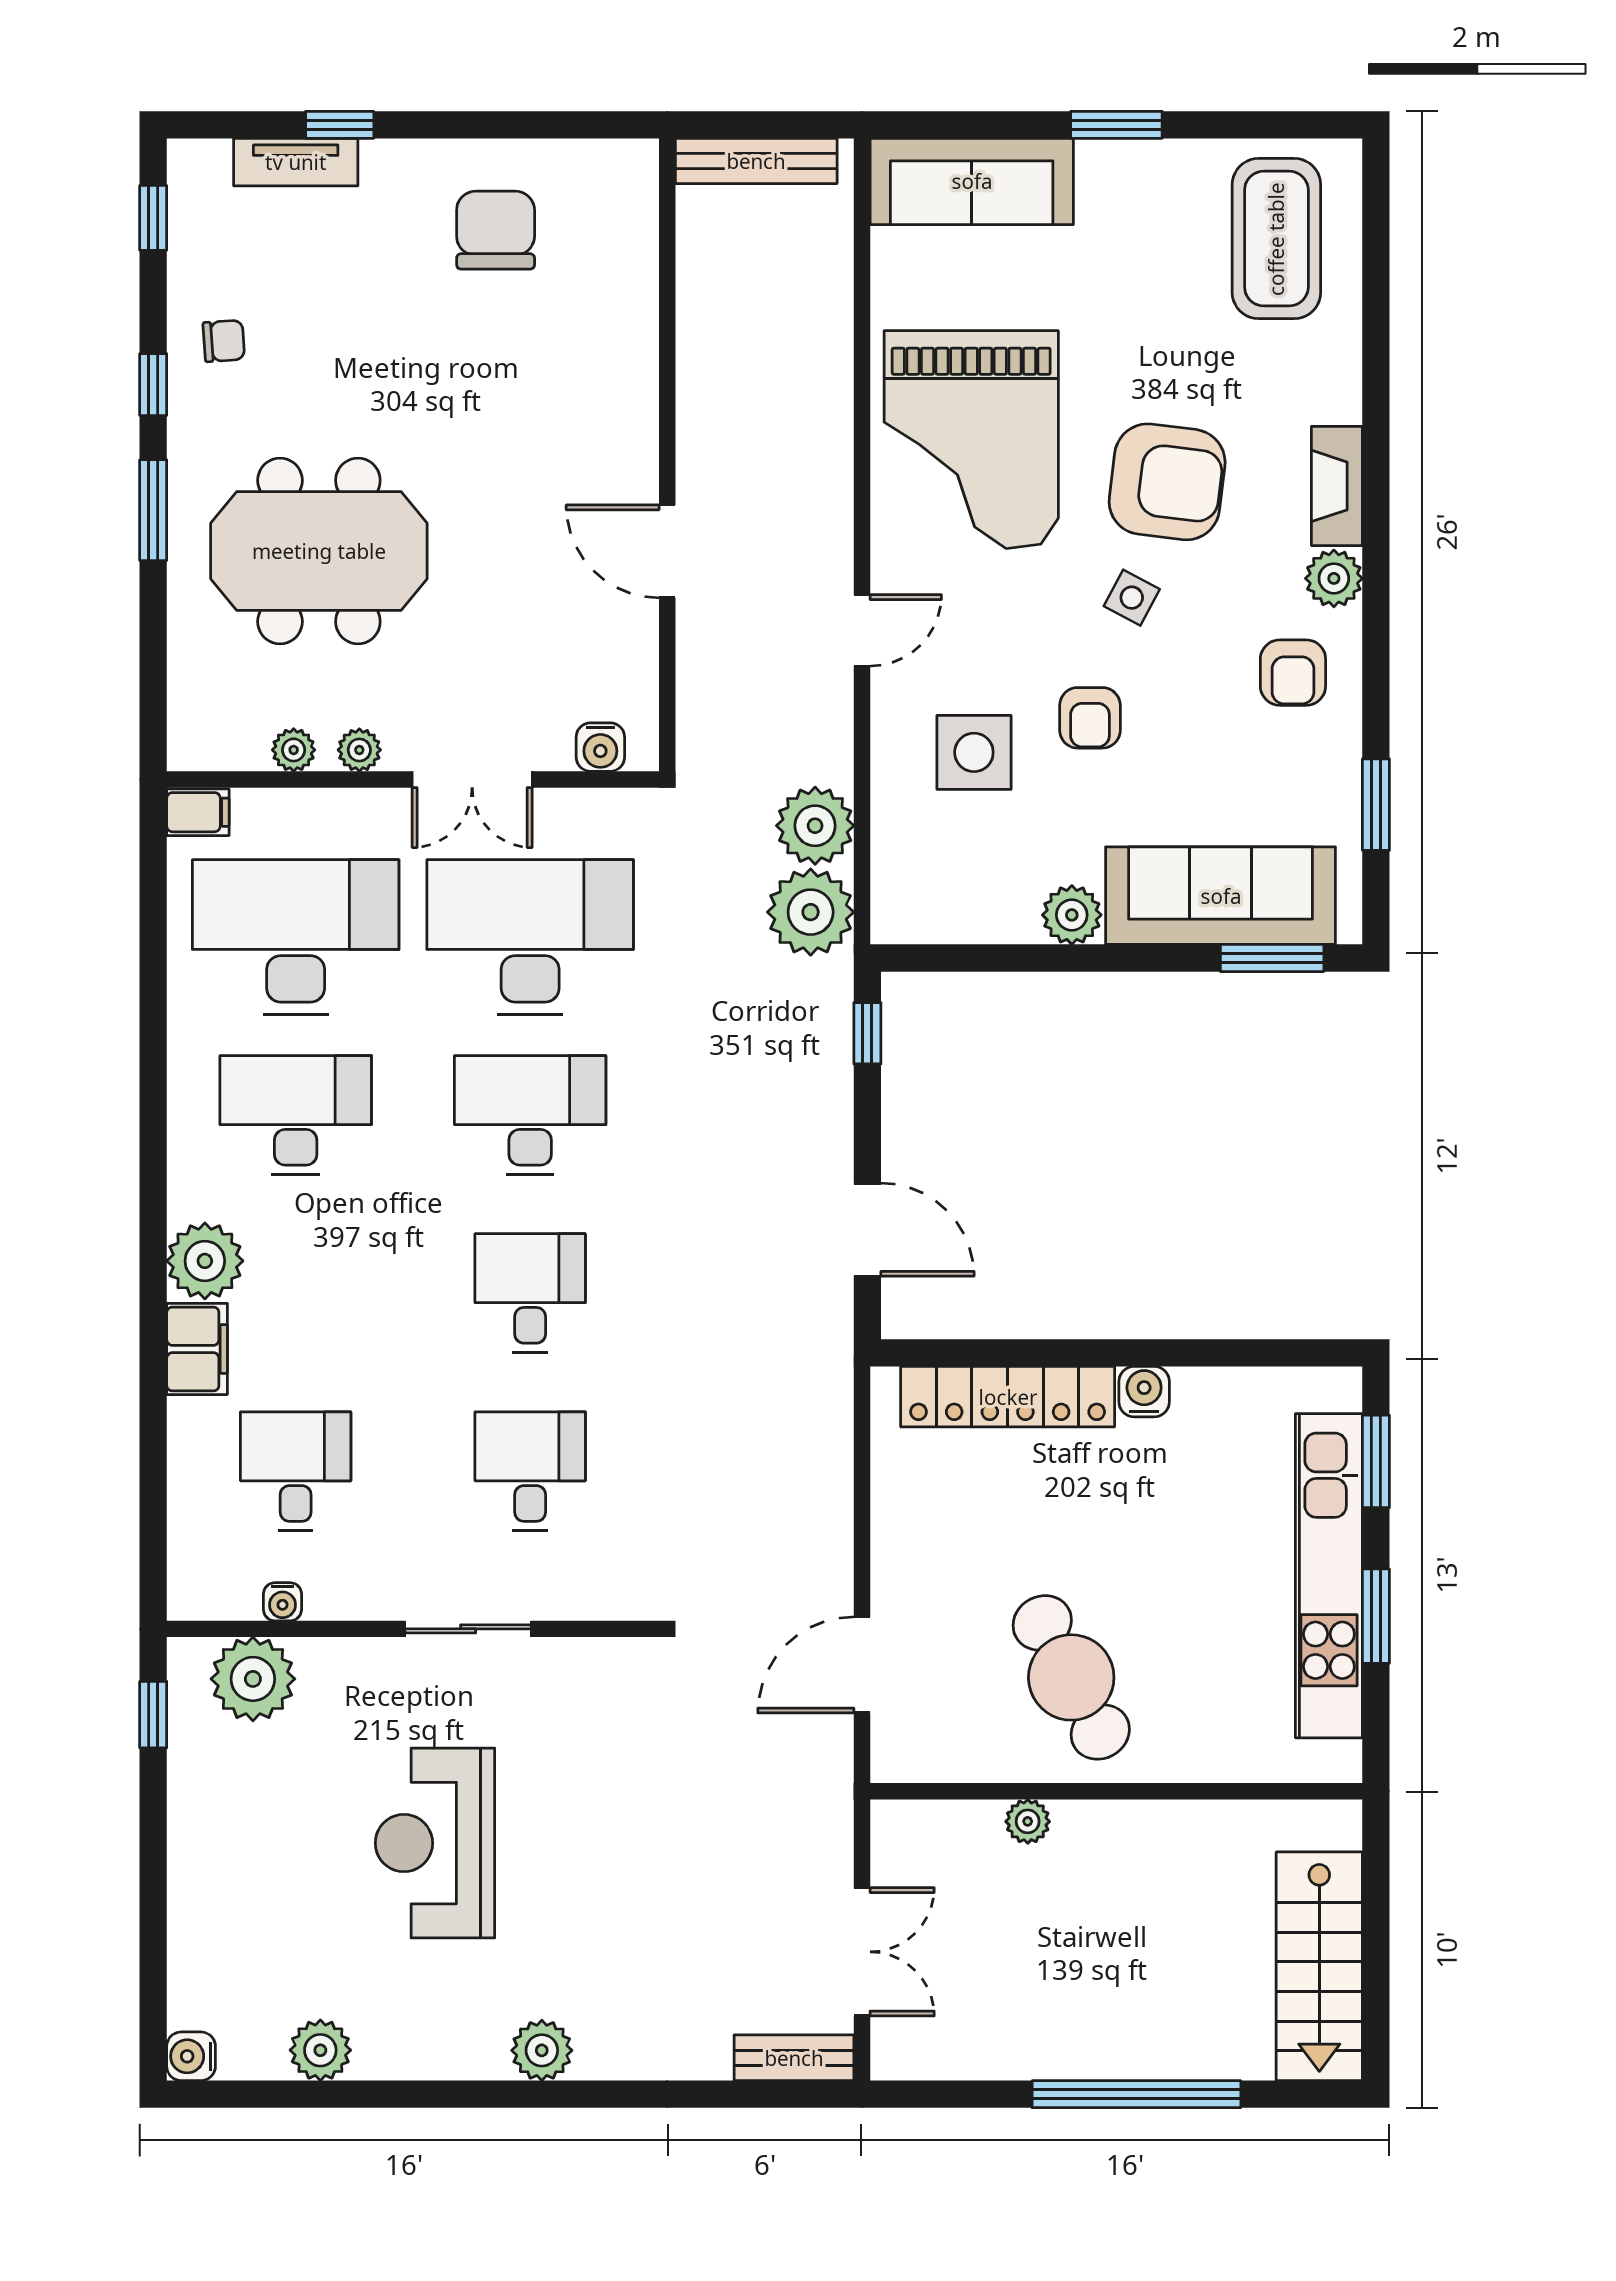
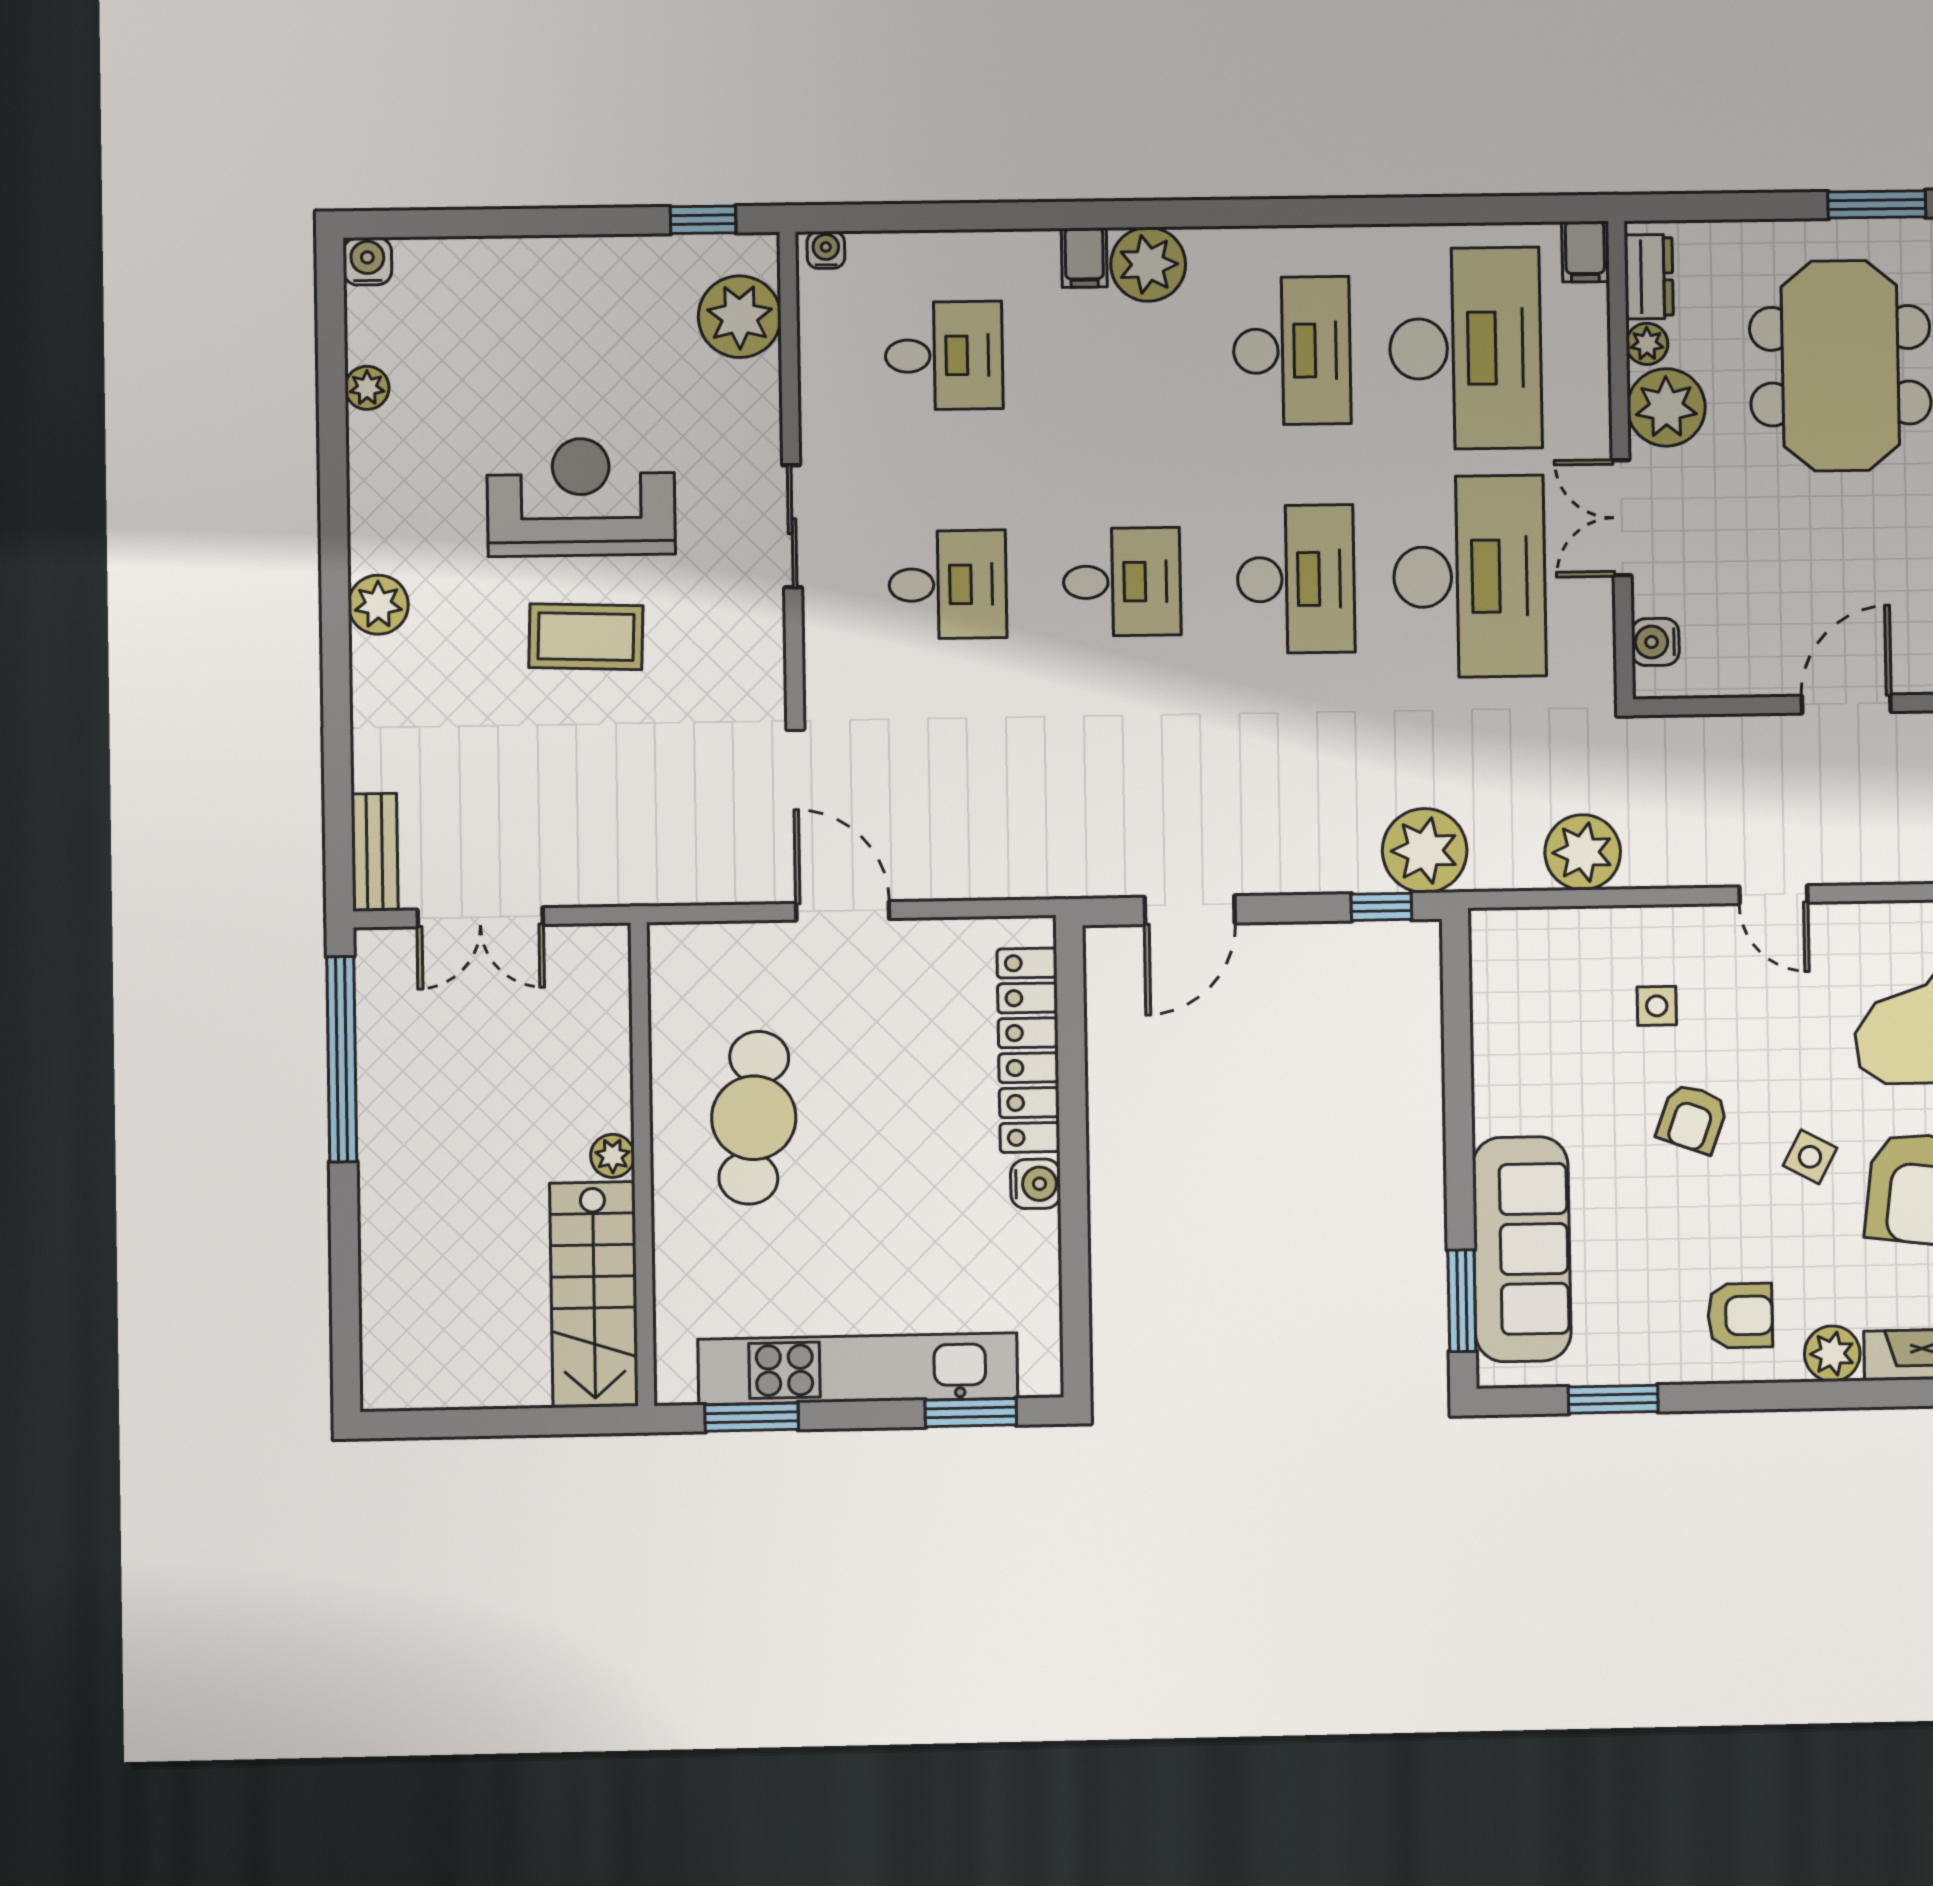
armchair: (1293, 673) -> (1740, 1316), turned 180
armchair: (1090, 718) -> (1692, 1118), turned -70
dresser: (224, 747) -> (1649, 277), added
plant: (359, 750) -> (1666, 407), width x1.88, depth x1.88
side table: (974, 752) -> (1657, 1006), width x0.54, depth x0.54
plant: (811, 912) -> (1425, 851), moved
plant: (1072, 915) -> (1500, 1104), removed
filing cabinet: (197, 1349) -> (1084, 258), width x0.50
water cooler: (283, 1602) -> (826, 250), moved, turned 90
window: (1376, 1616) -> (752, 1417), moved
door: (862, 1665) -> (843, 911), moved
cafe table: (1071, 1677) -> (754, 1118), turned -56
plant: (1028, 1821) -> (613, 1156), moved
coffee table: (578, 1840) -> (586, 637), added
stairs: (1319, 1966) -> (594, 1295), moved, turned -90
plant: (320, 2050) -> (367, 388), width x0.73, depth x0.73
window: (1136, 2094) -> (342, 1059), moved

